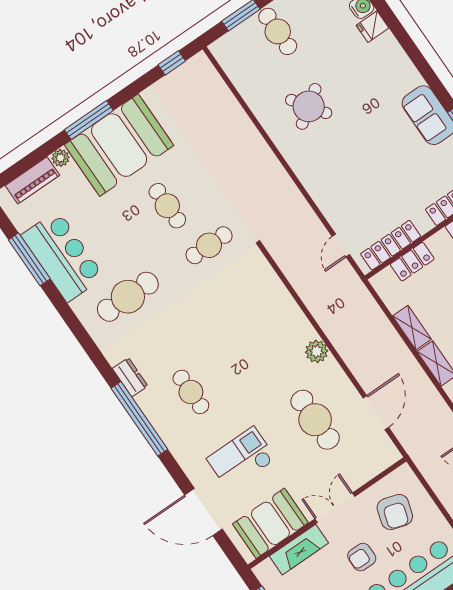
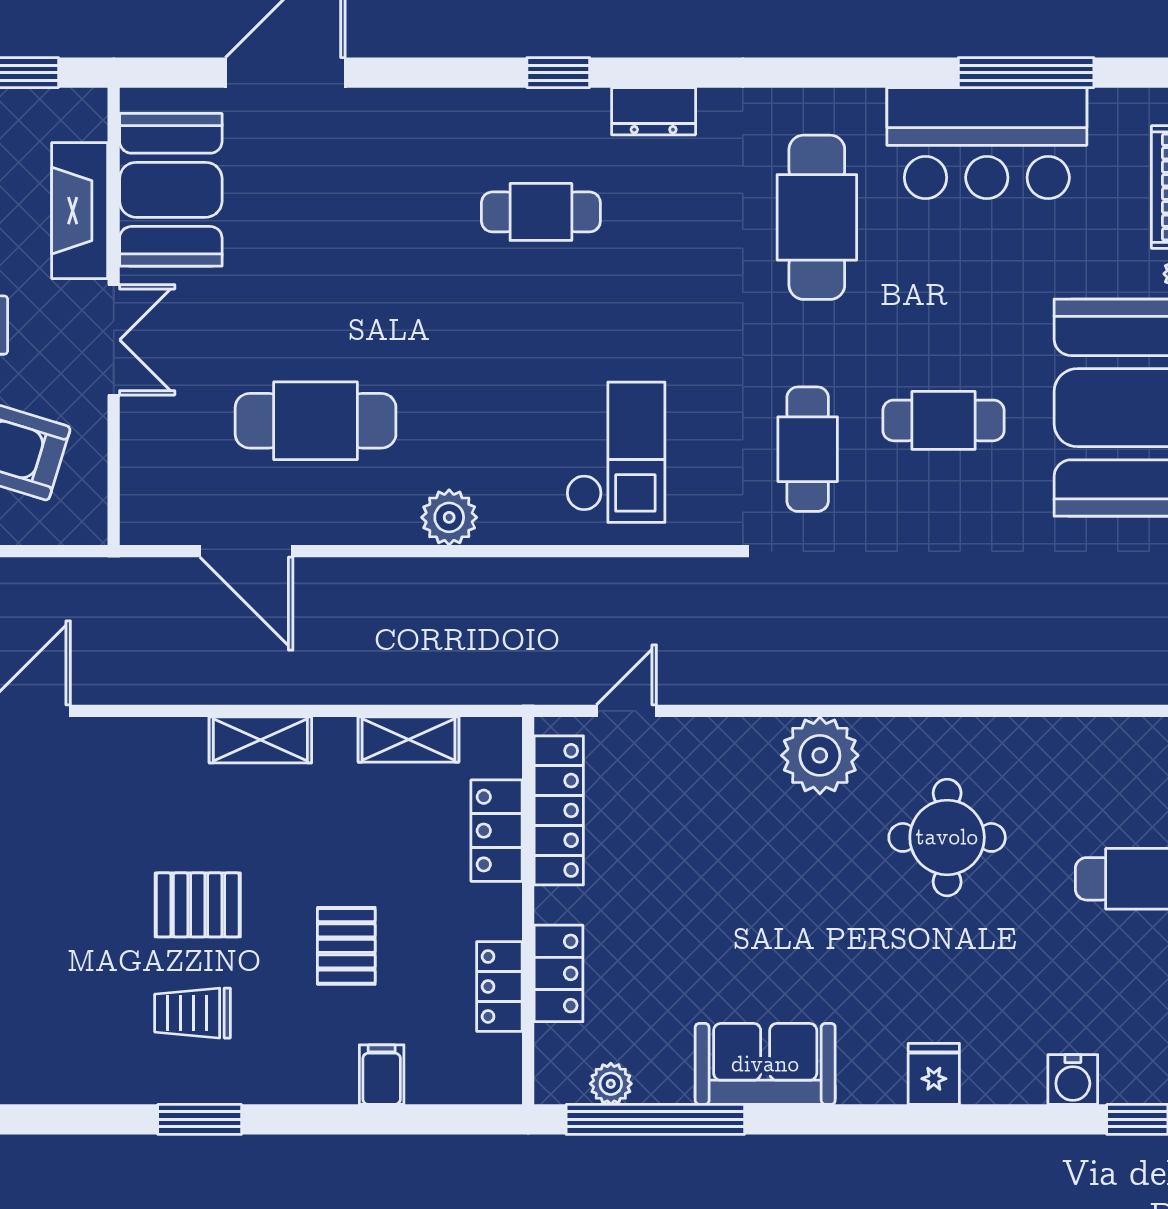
fridge: (372, 27) -> (934, 1074), moved
round table: (309, 106) -> (947, 837), turned 35
plant: (311, 169) -> (820, 755), added
door: (341, 246) -> (626, 711), hinge flipped
shelving: (412, 328) -> (408, 740), moved
window: (139, 419) -> (558, 73), width x0.32
checkout: (241, 459) -> (616, 452), moved

